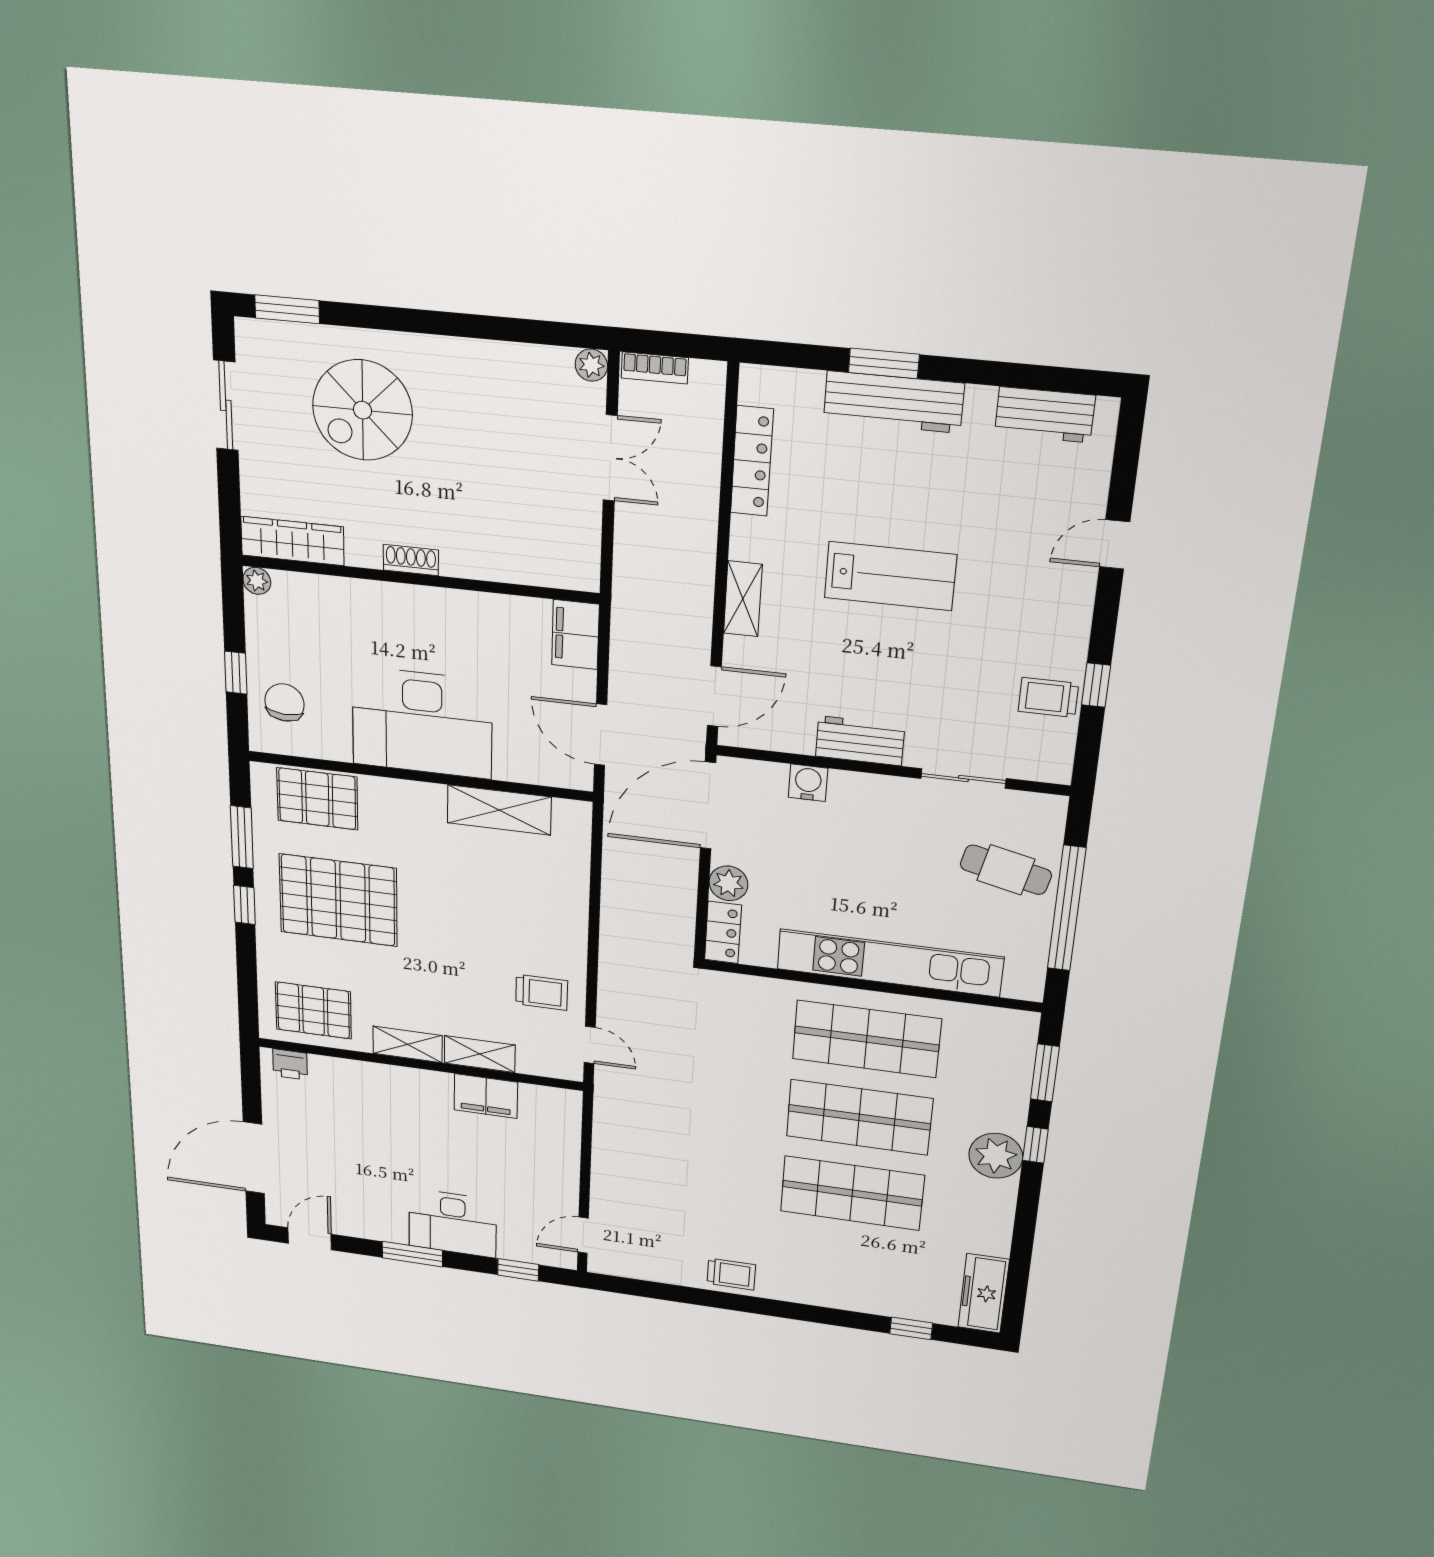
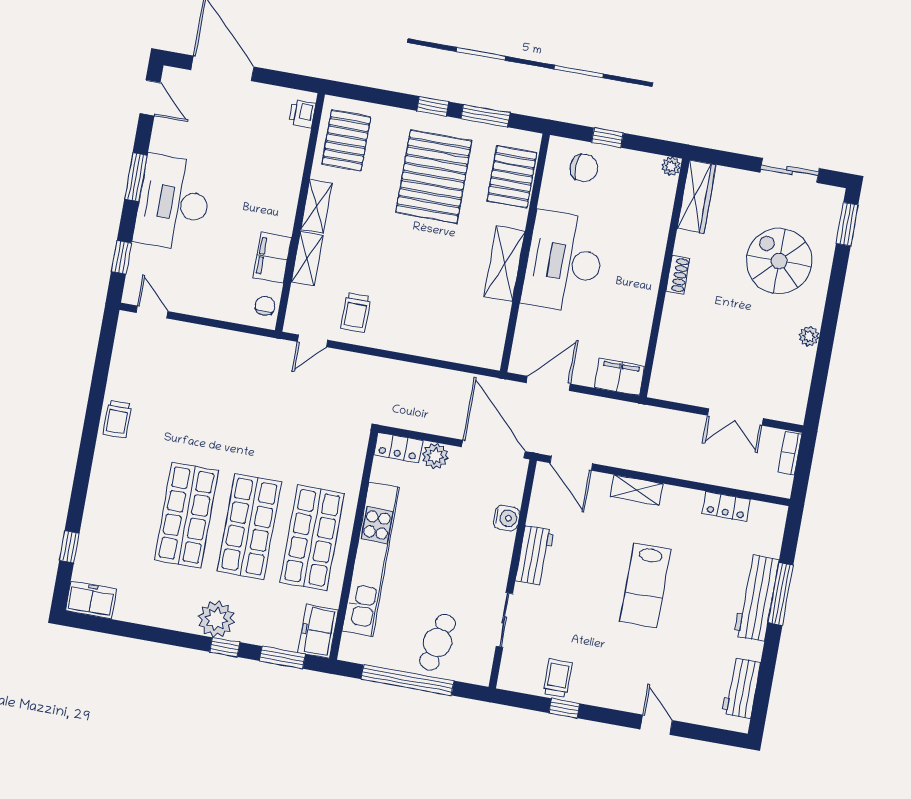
window: (884, 363) -> (780, 594), width x1.44
plant: (591, 365) -> (809, 336), moved
locker: (752, 461) -> (726, 507), width x0.66
shelving: (499, 810) -> (505, 264), moved
freezer: (1002, 1028) -> (318, 631), added
chair: (552, 1104) -> (265, 306), added
desk: (453, 1223) -> (173, 203), width x1.36, depth x1.30
freezer: (984, 1293) -> (91, 600), width x0.71

